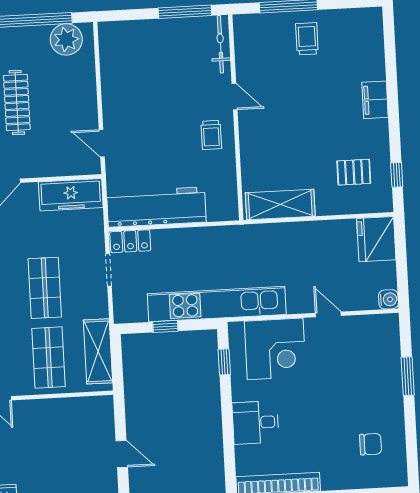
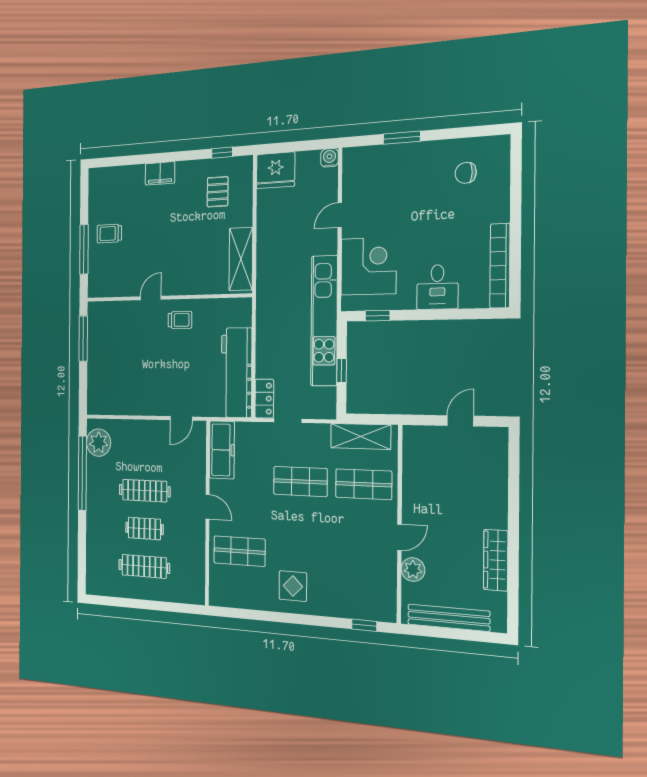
bicycle: (220, 44) -> (109, 309), removed
chair: (371, 444) -> (466, 173), turned -88

